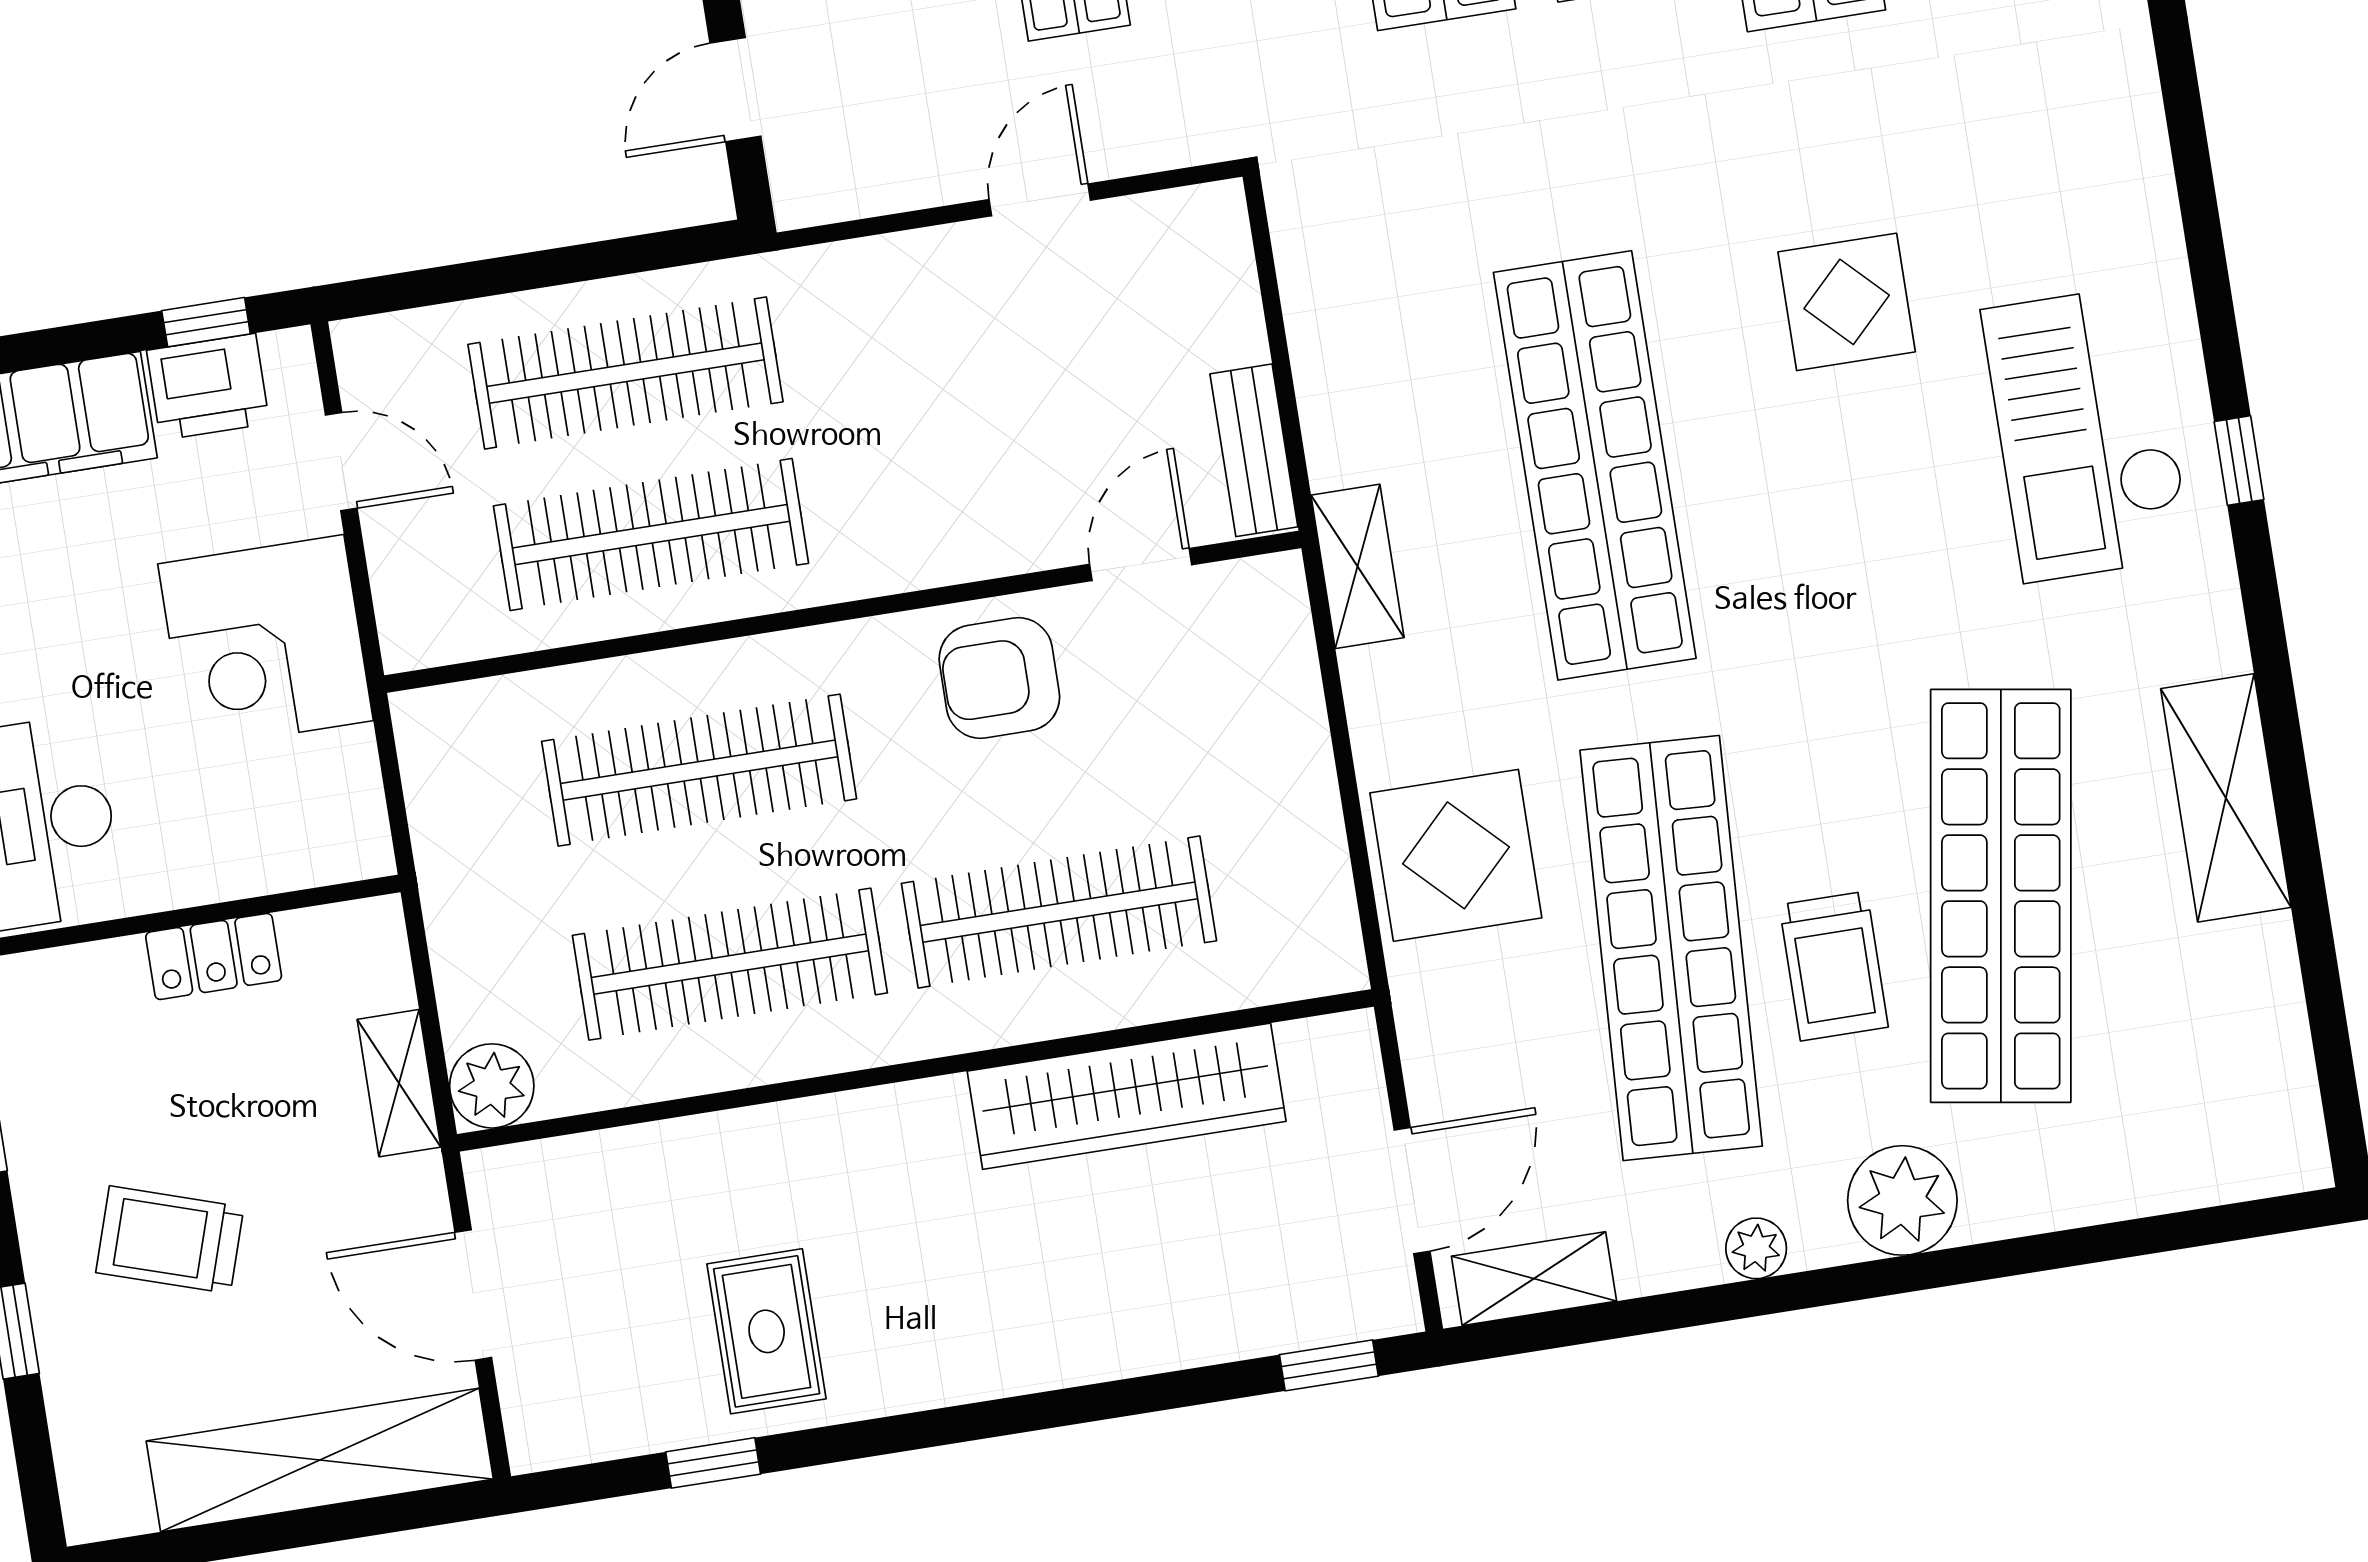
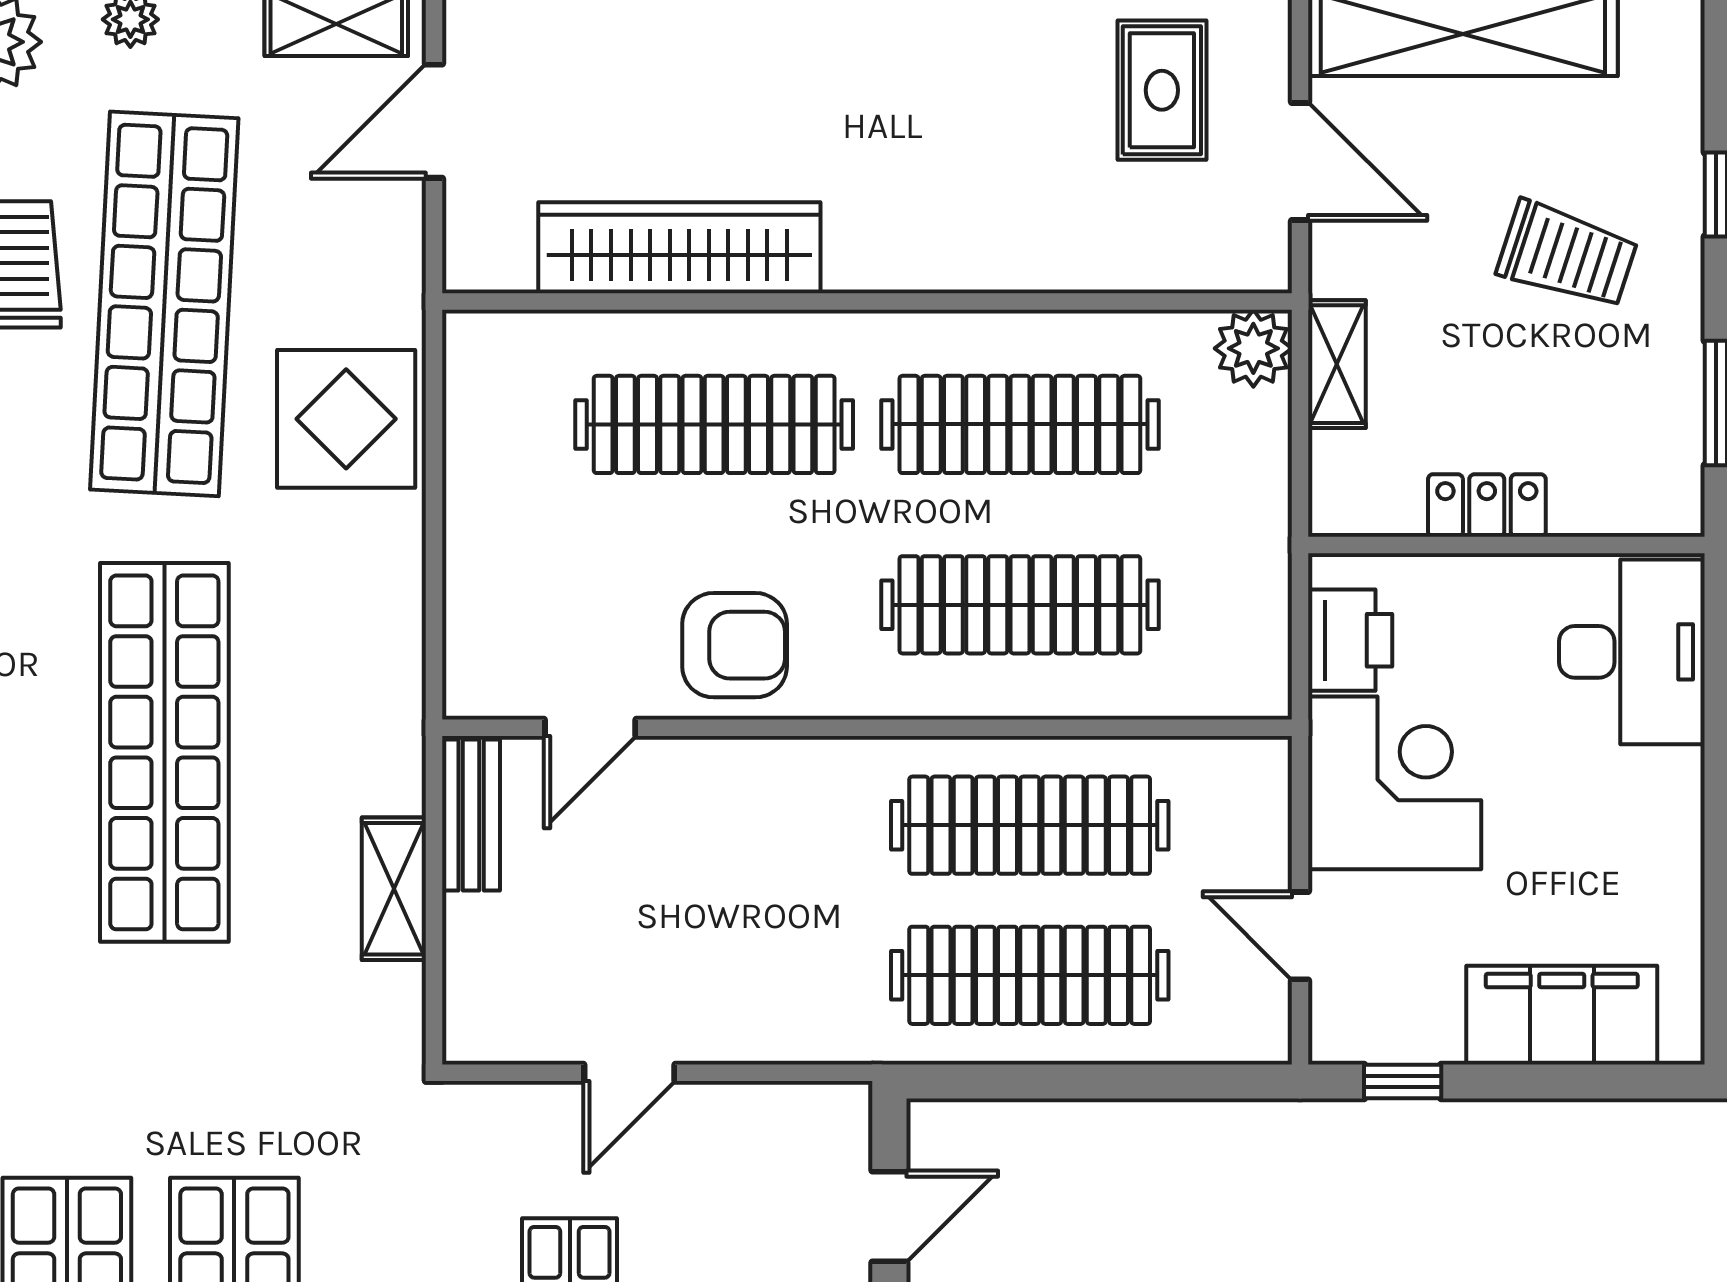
printer: (208, 387) -> (1350, 640), moved, turned 90
shelving: (1358, 566) -> (394, 889), moved
rug: (767, 1331) -> (1162, 90), moved

